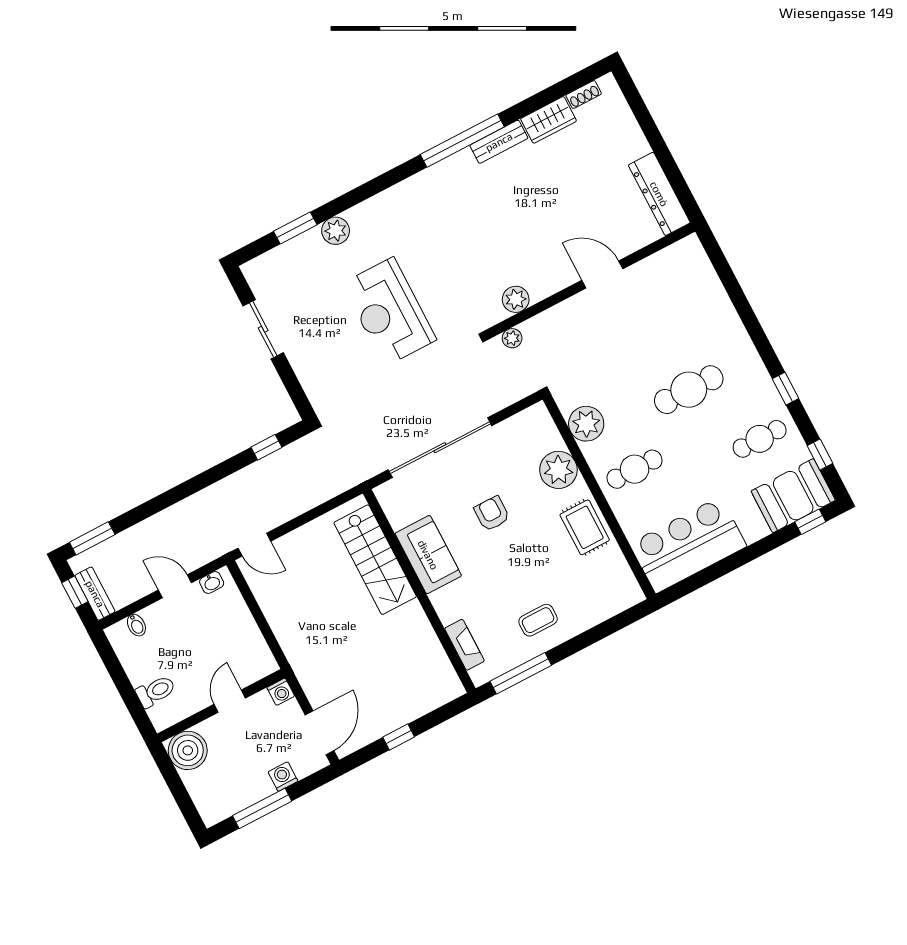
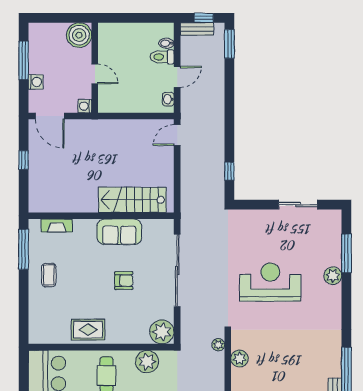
window: (295, 228) -> (346, 253), width x1.44
plant: (558, 470) -> (162, 332), moved
toilet: (156, 691) -> (162, 57), moved, turned 90

